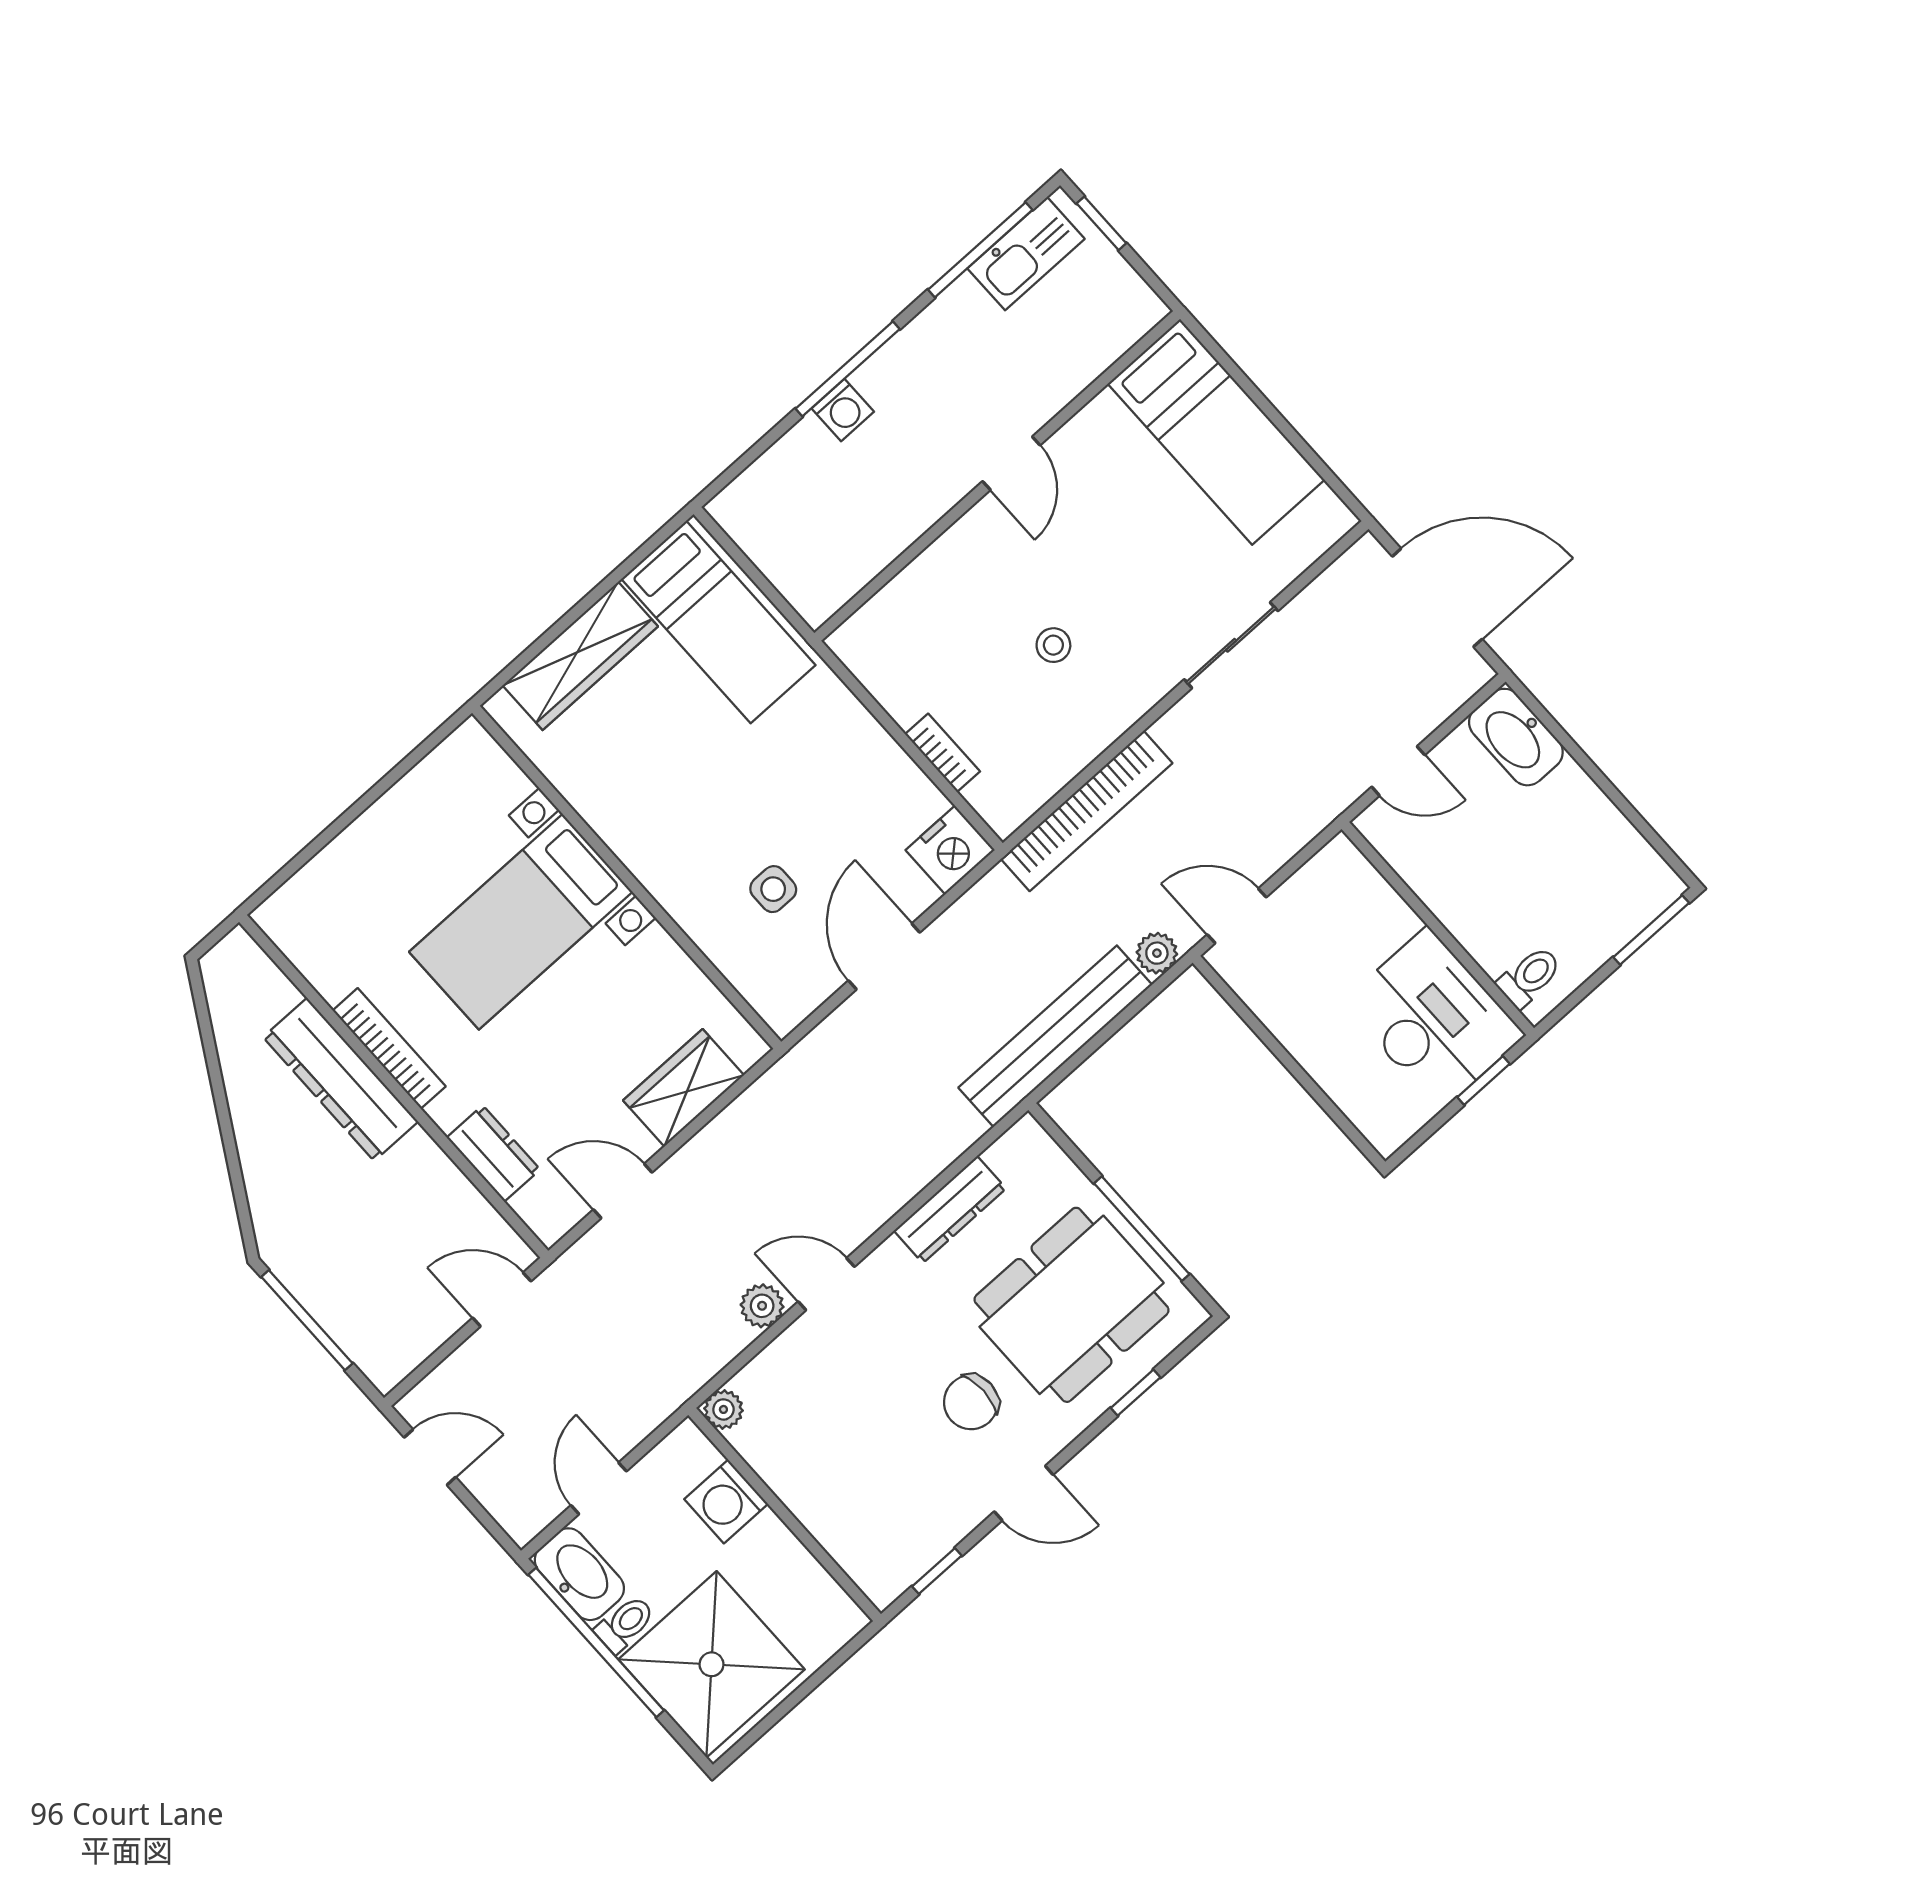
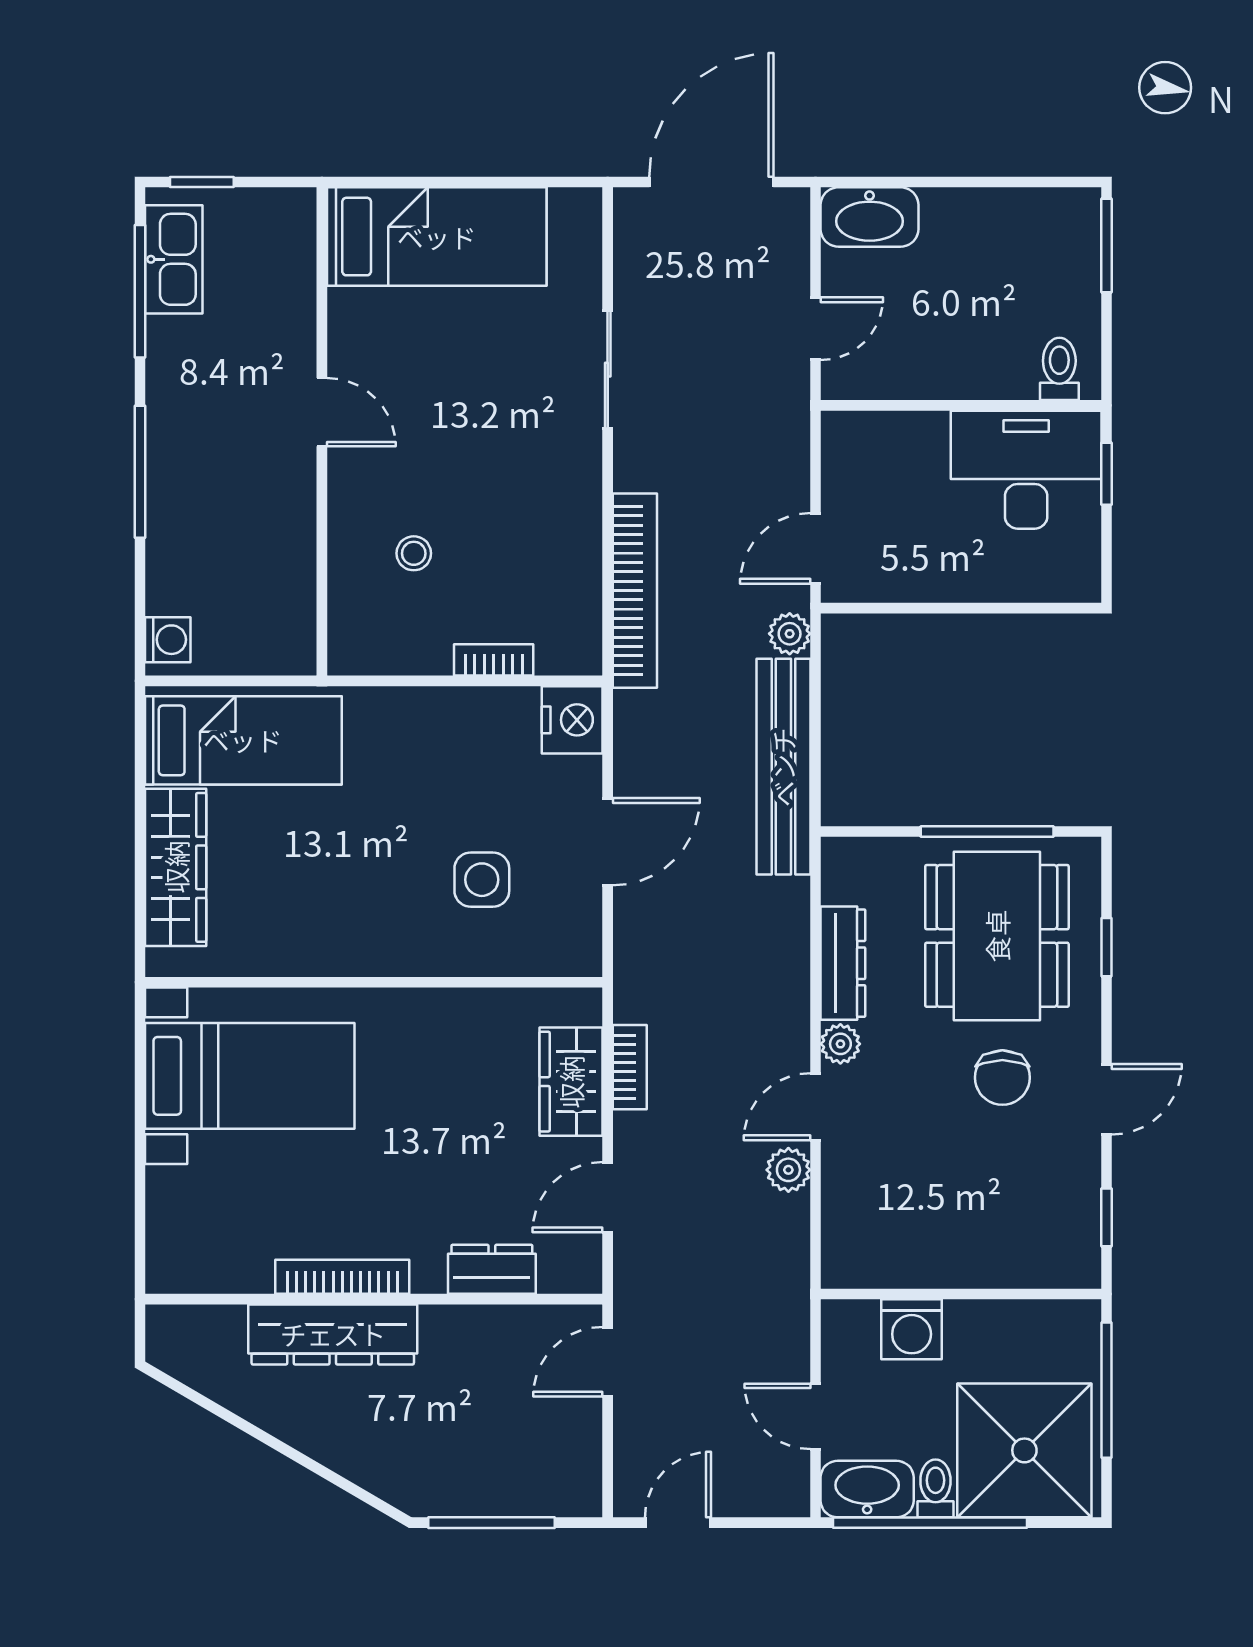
washing machine: (843, 410) -> (168, 640), moved
stool: (1053, 645) -> (414, 553), moved
side table: (773, 889) -> (482, 880), width x1.37, depth x1.37
bed with nightstands: (521, 922) -> (250, 1076), moved, turned -90
door: (884, 957) -> (608, 842), swing flipped
bookcase: (733, 1121) -> (630, 1067), added
plant: (723, 1409) -> (840, 1044), moved
window: (810, 1685) -> (1106, 1390), added

